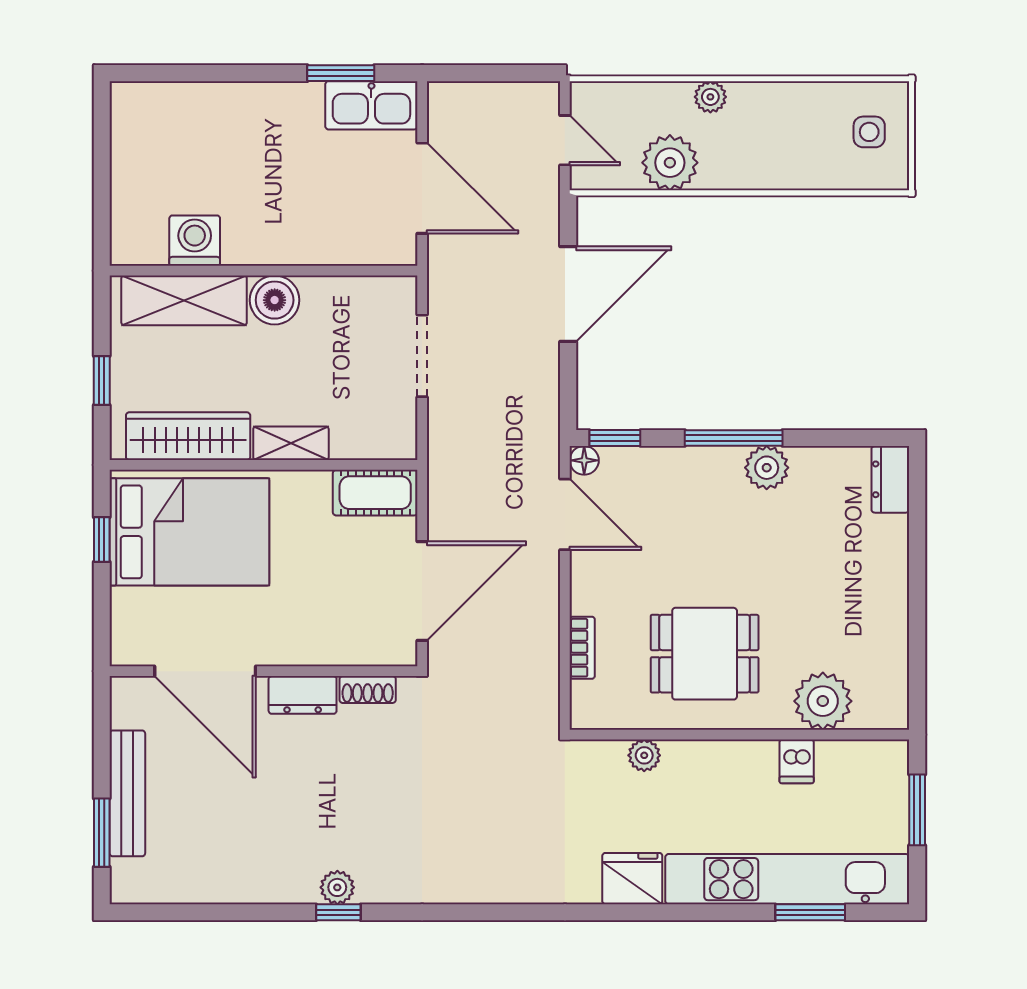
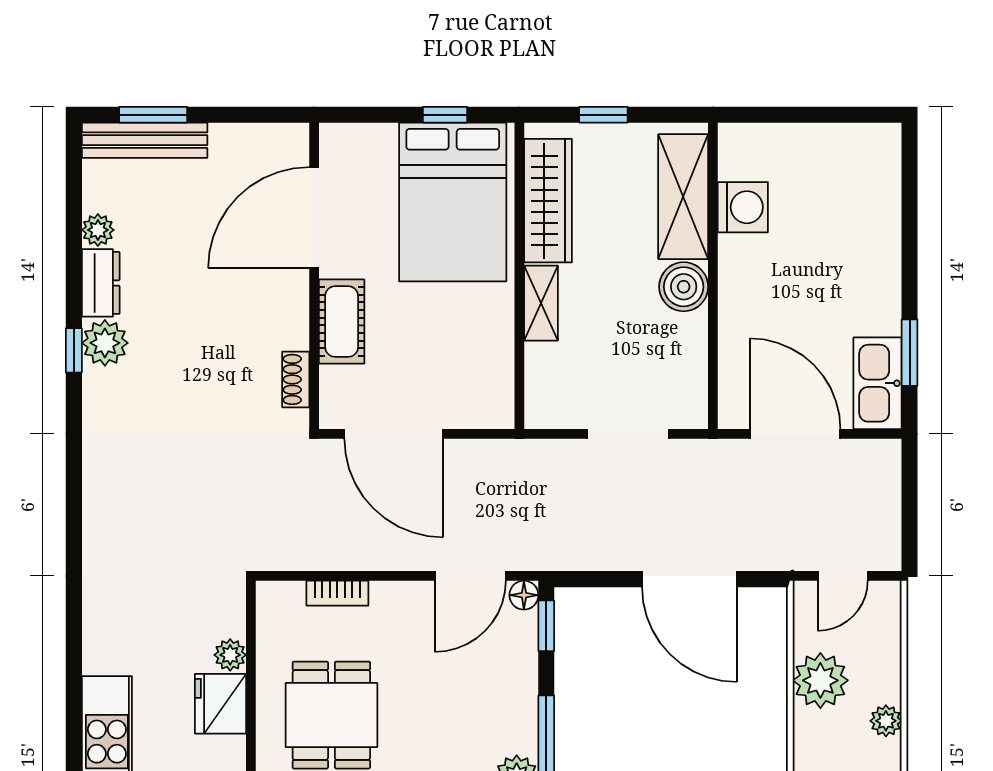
door: (422, 188) -> (795, 434), swing flipped
cot: (375, 493) -> (342, 322), moved
dresser: (303, 695) -> (101, 283), moved, turned 180
bench: (127, 793) -> (145, 140), moved
fridge: (632, 879) -> (220, 704), moved, turned 180
plant: (337, 887) -> (105, 343), width x1.38, depth x1.38
plant: (218, 888) -> (98, 230), added

